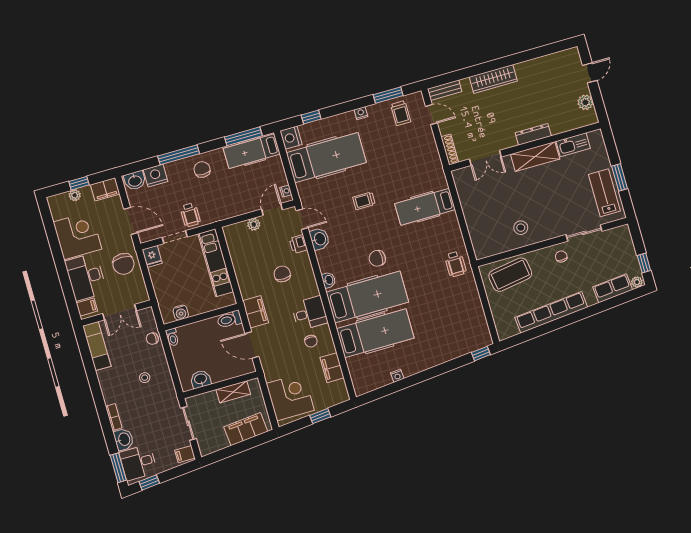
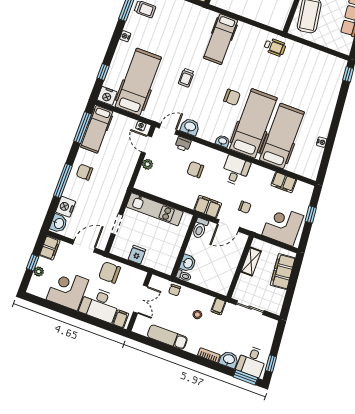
wheelchair: (190, 215) -> (109, 203), removed
fridge: (152, 256) -> (137, 255), moved, turned -90
chair: (377, 258) -> (232, 97), turned -90
chair: (123, 264) -> (110, 272), turned 180
water cooler: (181, 313) -> (171, 258), removed
chair: (311, 341) -> (245, 207), moved
exam couch: (97, 346) -> (167, 337), moved
washbasin: (201, 379) -> (188, 263), moved, turned 180
filing cabinet: (185, 454) -> (218, 306), moved

